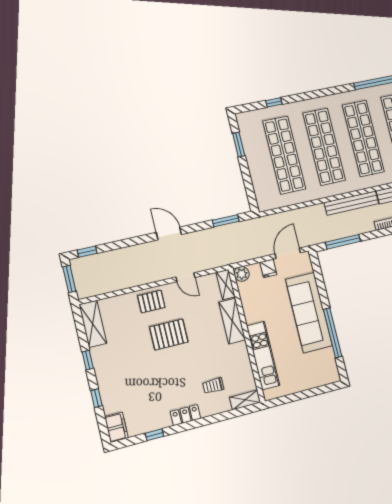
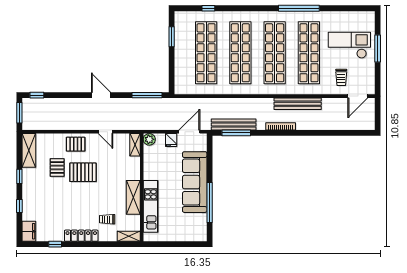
bench: (351, 203) -> (234, 125), moved
window: (226, 221) -> (147, 95), width x1.44
shelving: (232, 321) -> (133, 197), moved
pallet: (134, 337) -> (57, 167), added
locker: (185, 415) -> (81, 236), width x1.53

